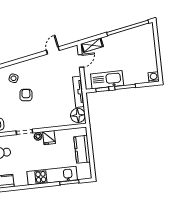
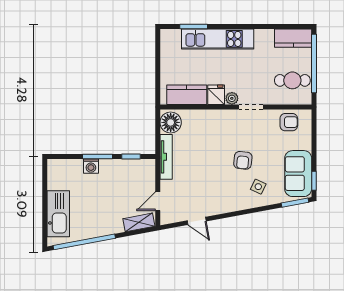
door: (53, 50) -> (197, 221), hinge flipped
washing machine: (154, 77) -> (91, 166), moved
kitchen sink: (107, 80) -> (58, 214), moved, turned -90
kitchen counter: (82, 149) -> (187, 95), moved, turned -90

